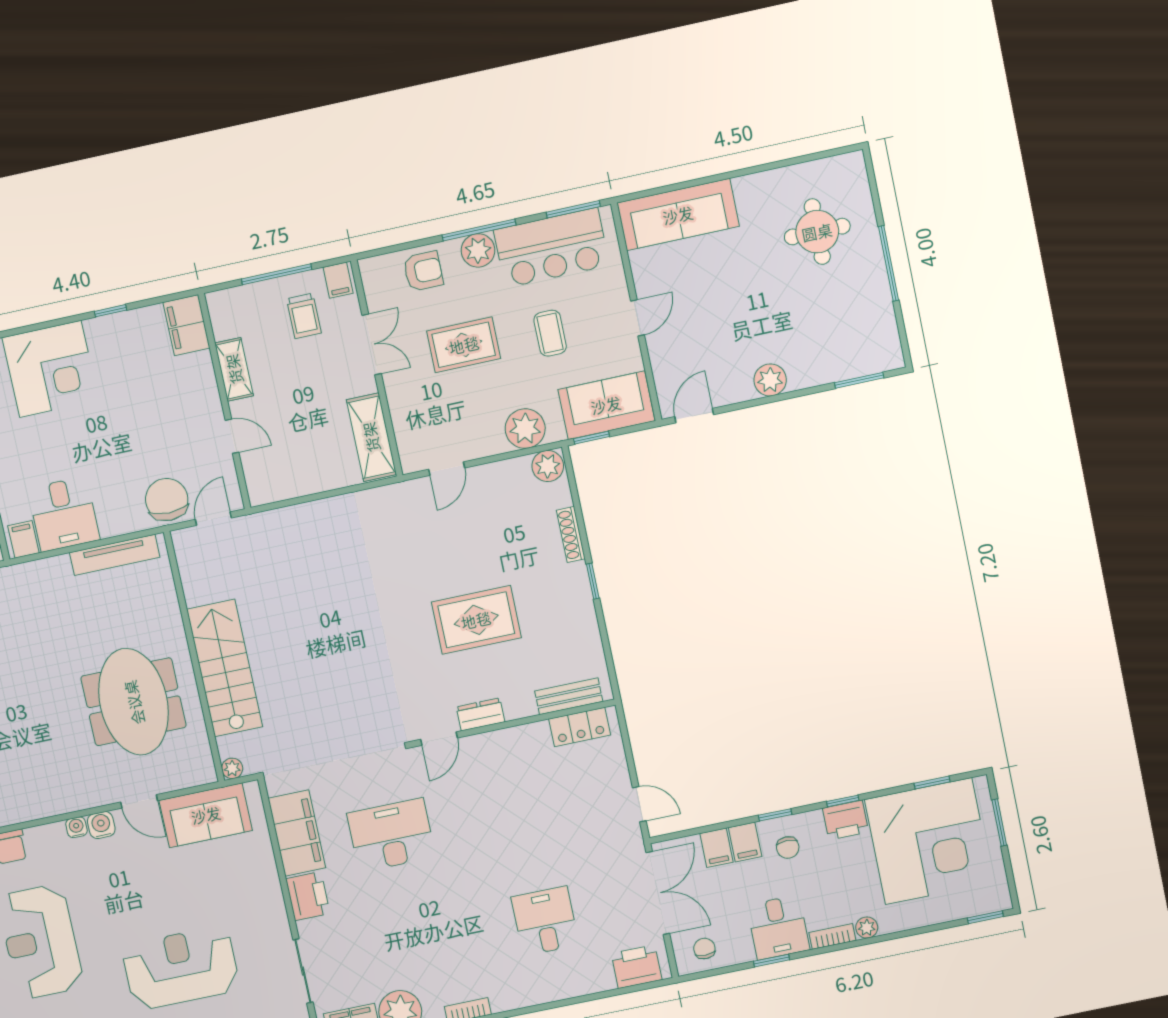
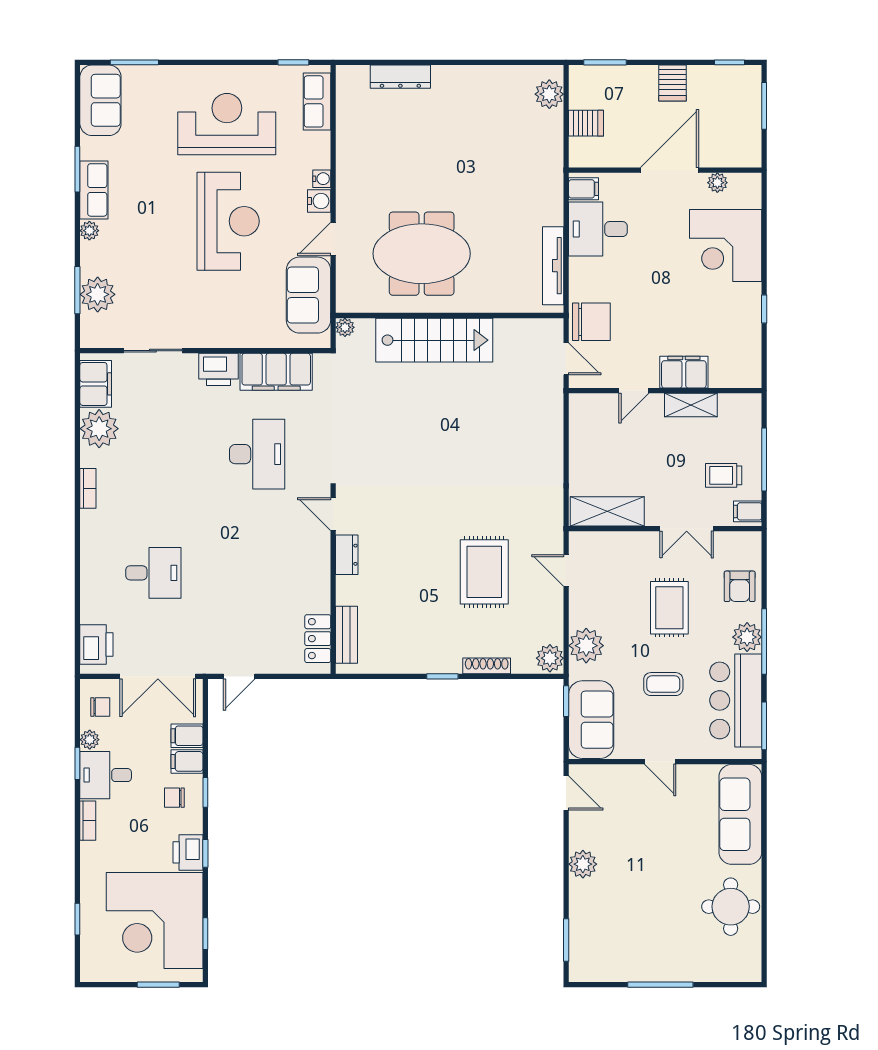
round table: (817, 232) -> (731, 907), moved
filing cabinet: (186, 325) -> (684, 372), moved
rug: (476, 620) -> (484, 572), moved
window: (985, 917) -> (77, 919), moved
plant: (867, 928) -> (90, 740), moved
reception desk: (181, 968) -> (228, 221), moved

